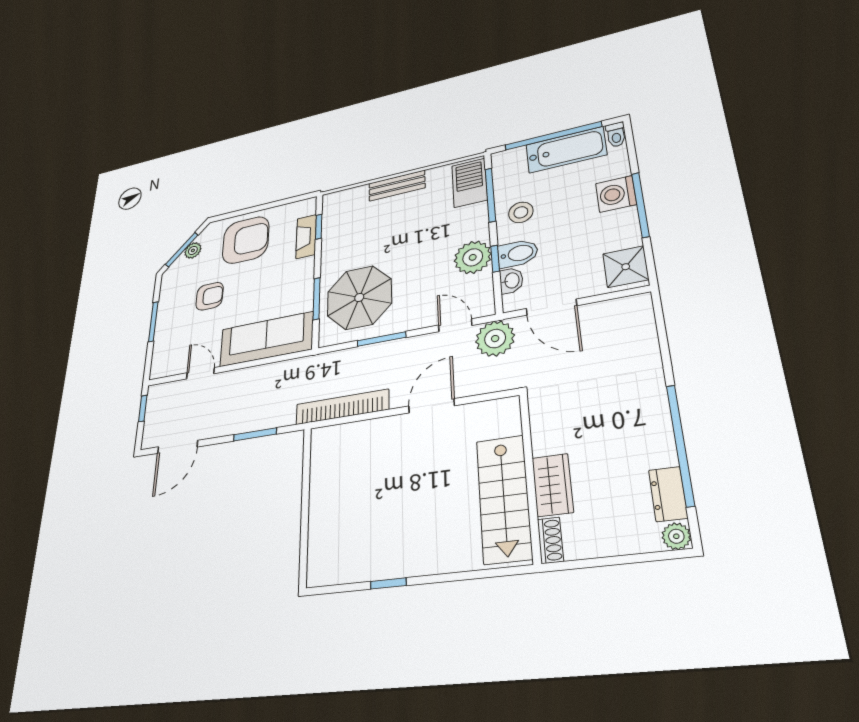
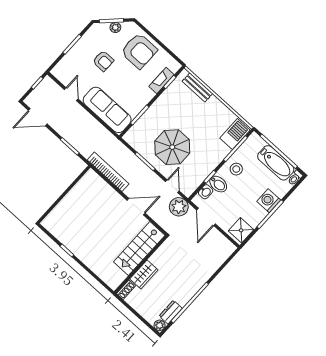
bench: (397, 186) -> (197, 87), moved
plant: (473, 257) -> (204, 167), removed
parasol: (359, 297) -> (172, 147), moved
stairs: (504, 499) -> (139, 249), moved

